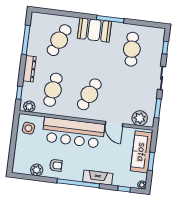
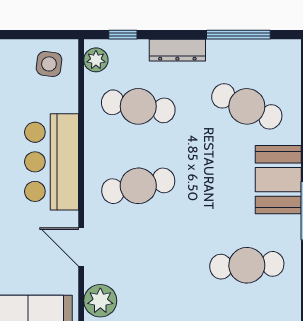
cafe table: (89, 94) -> (138, 186), turned -36
door: (114, 124) -> (81, 247), hinge flipped
bar counter: (73, 133) -> (52, 162), width x0.73

